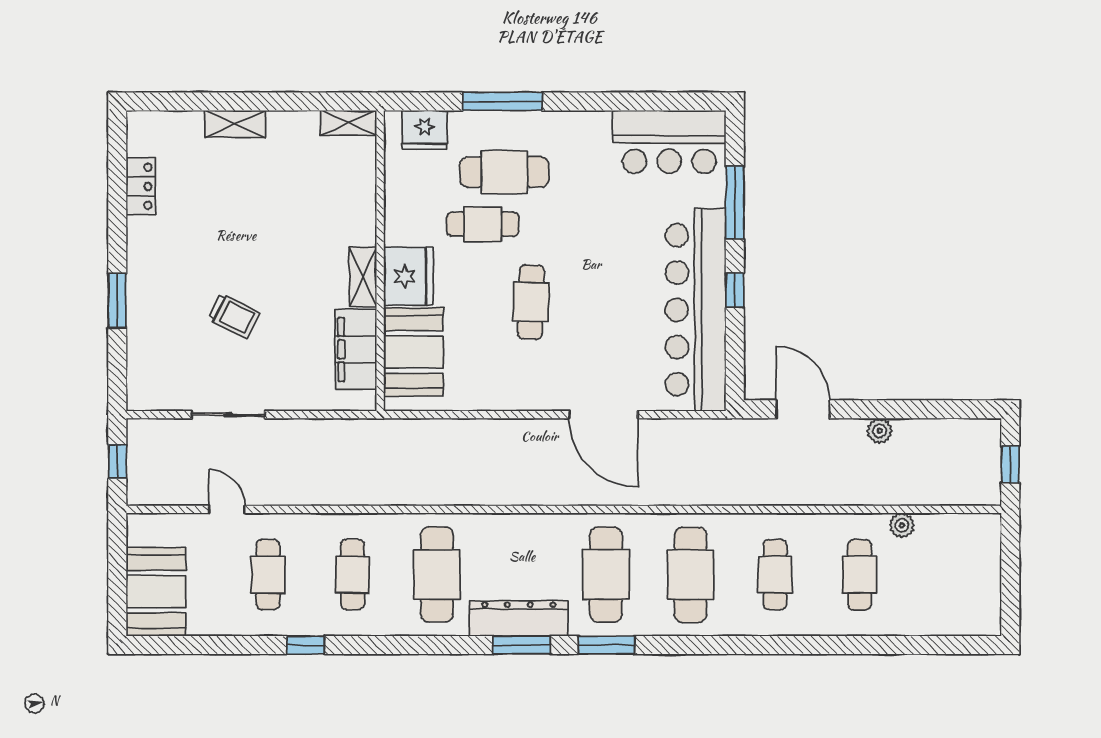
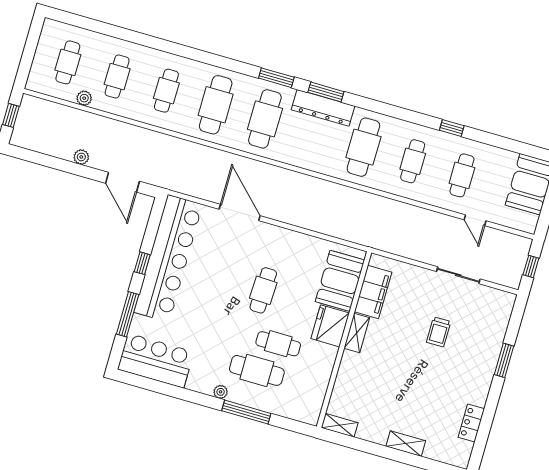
plant: (552, 122) -> (221, 392), added
fridge: (425, 130) -> (296, 409), removed
trolley: (234, 316) -> (439, 332), turned -117
cafe table: (944, 575) -> (68, 62), added

